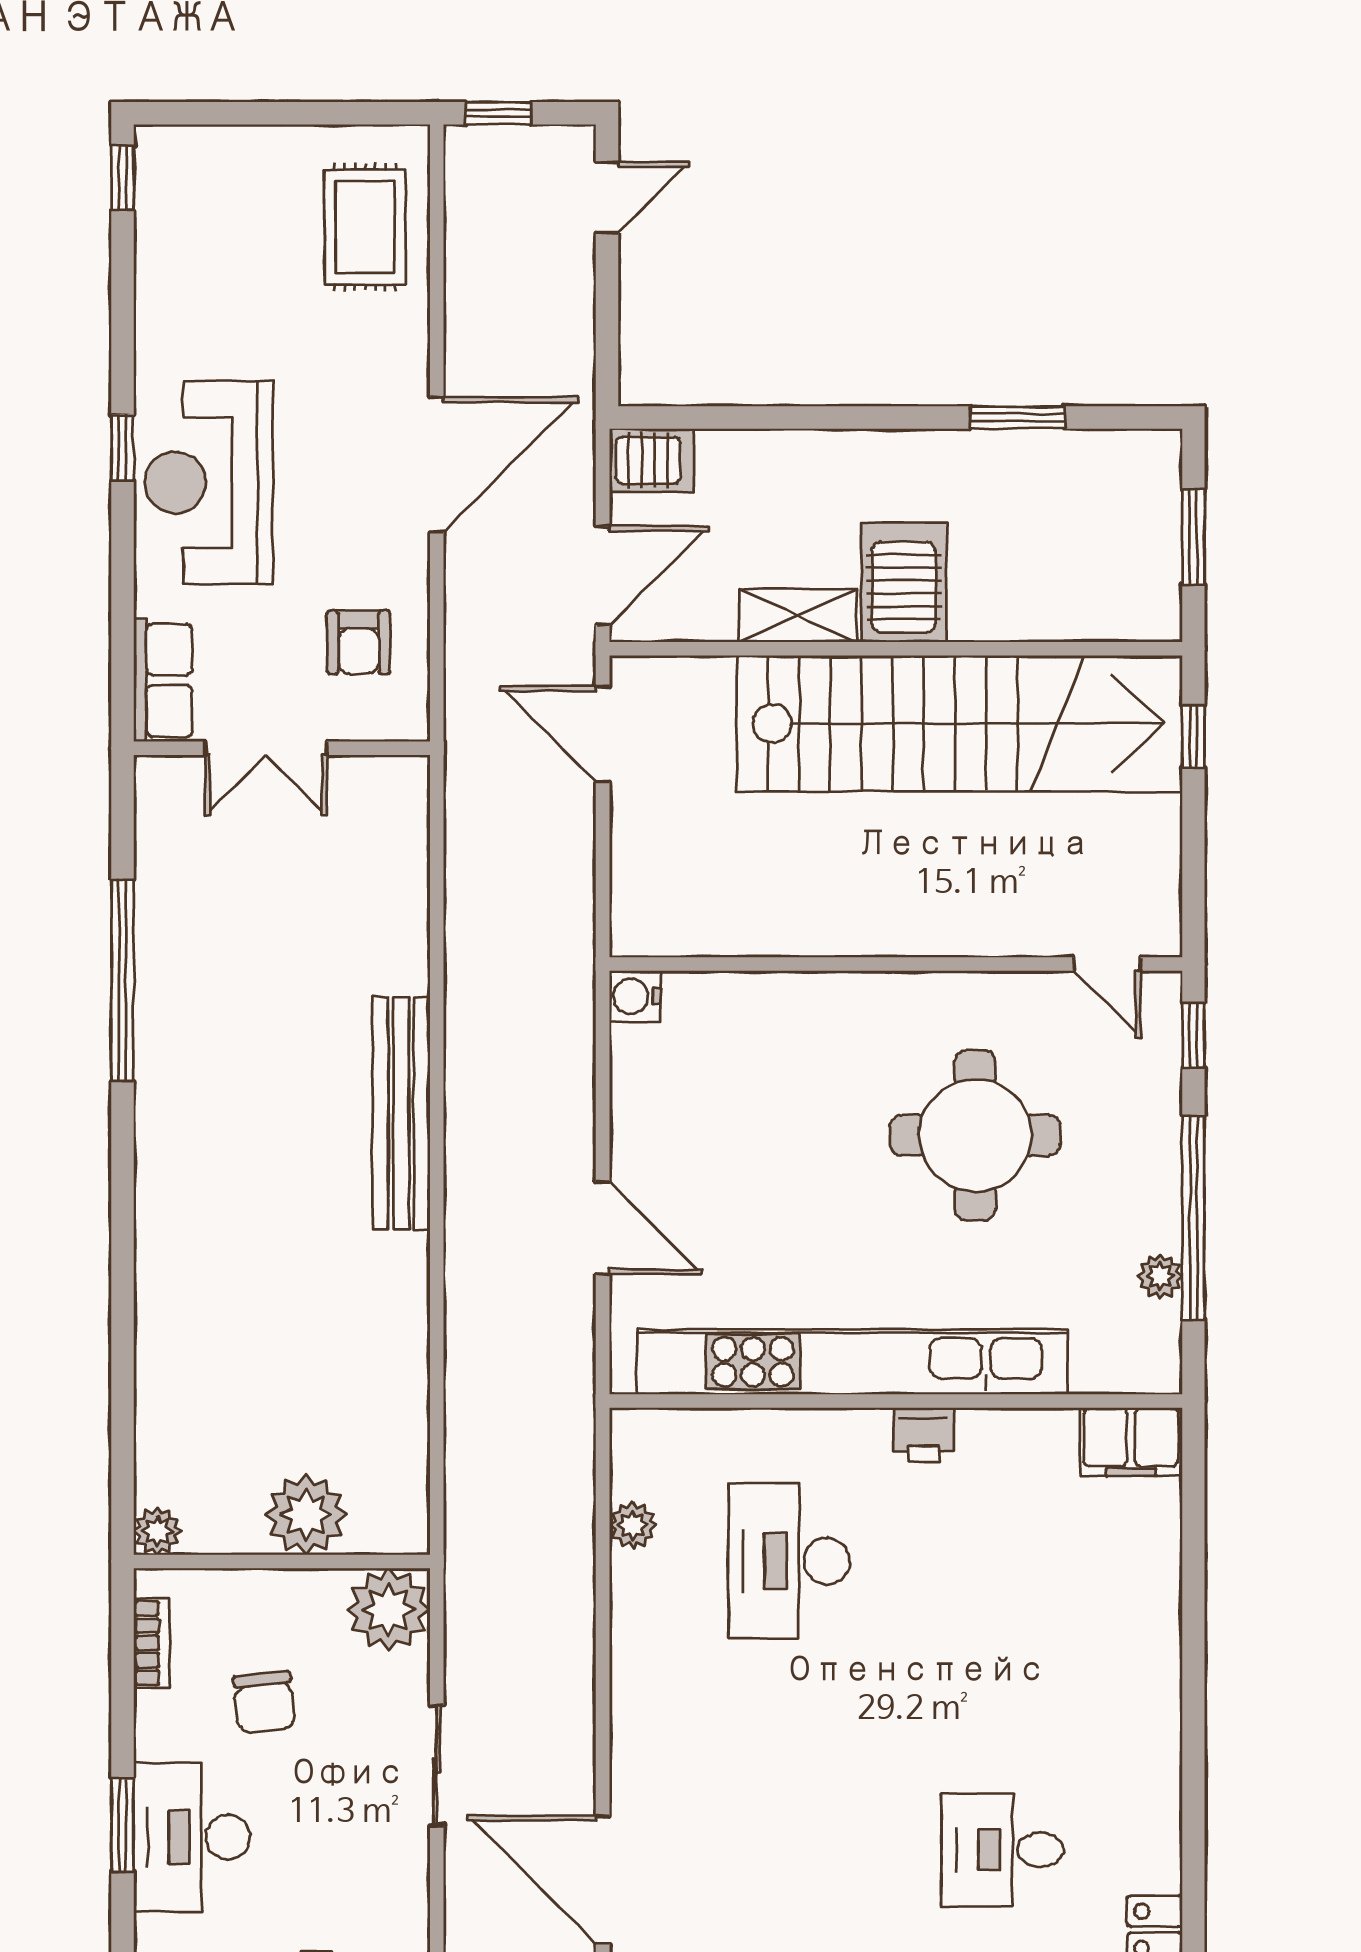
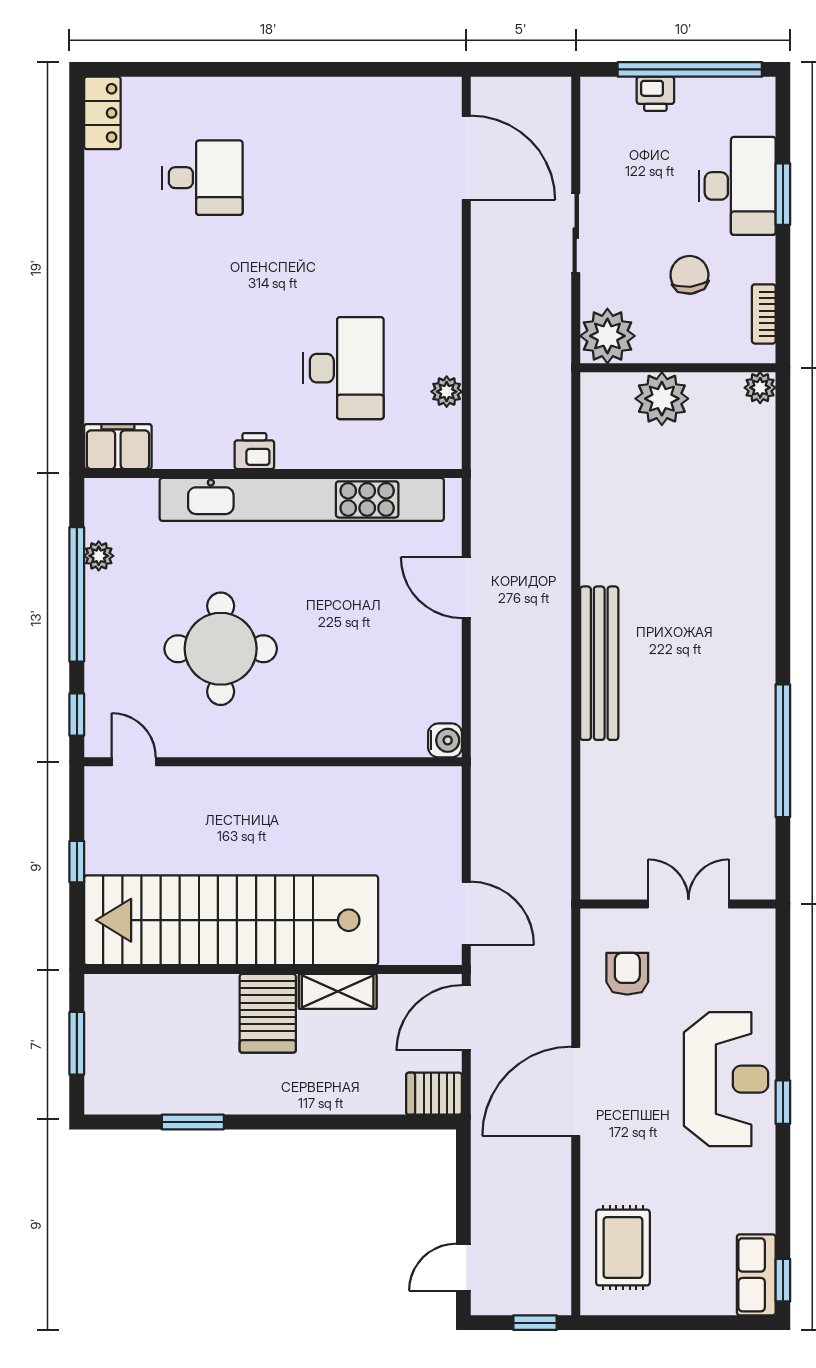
row of seats: (163, 680) -> (756, 1275), moved
window: (1193, 737) -> (77, 862), moved

